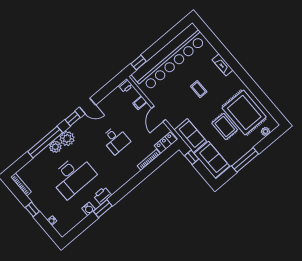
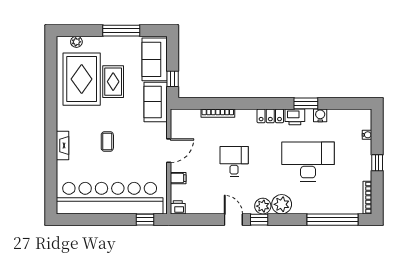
window: (45, 142) -> (332, 220), moved
locker: (166, 143) -> (270, 116), moved
plant: (55, 147) -> (263, 206), moved

